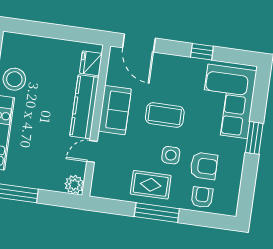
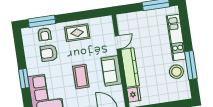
coffee table: (165, 115) -> (81, 77), turned 90
side table: (171, 155) -> (70, 54), removed
plant: (74, 185) -> (123, 20), removed
window: (157, 213) -> (42, 21), moved

